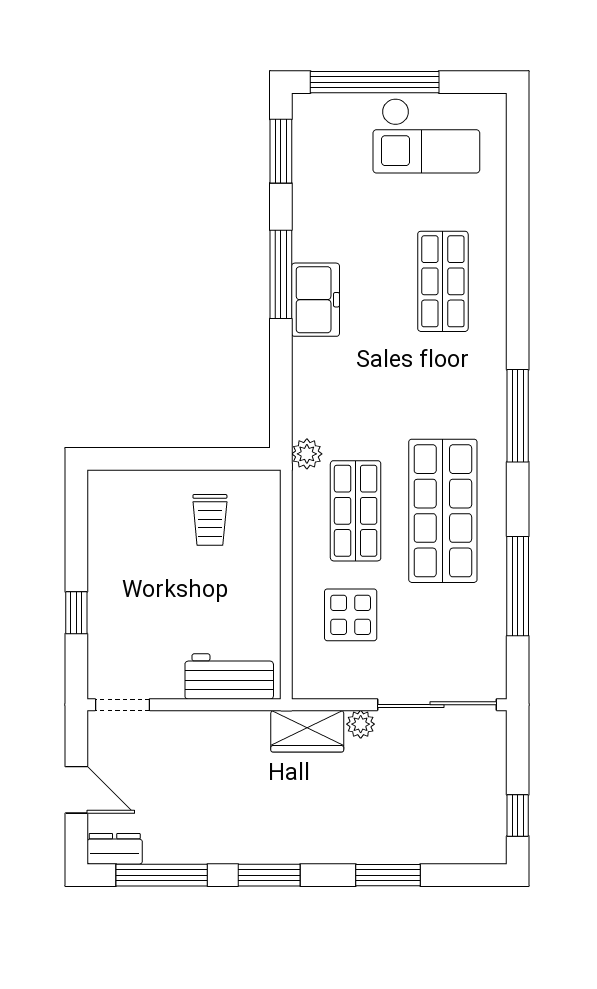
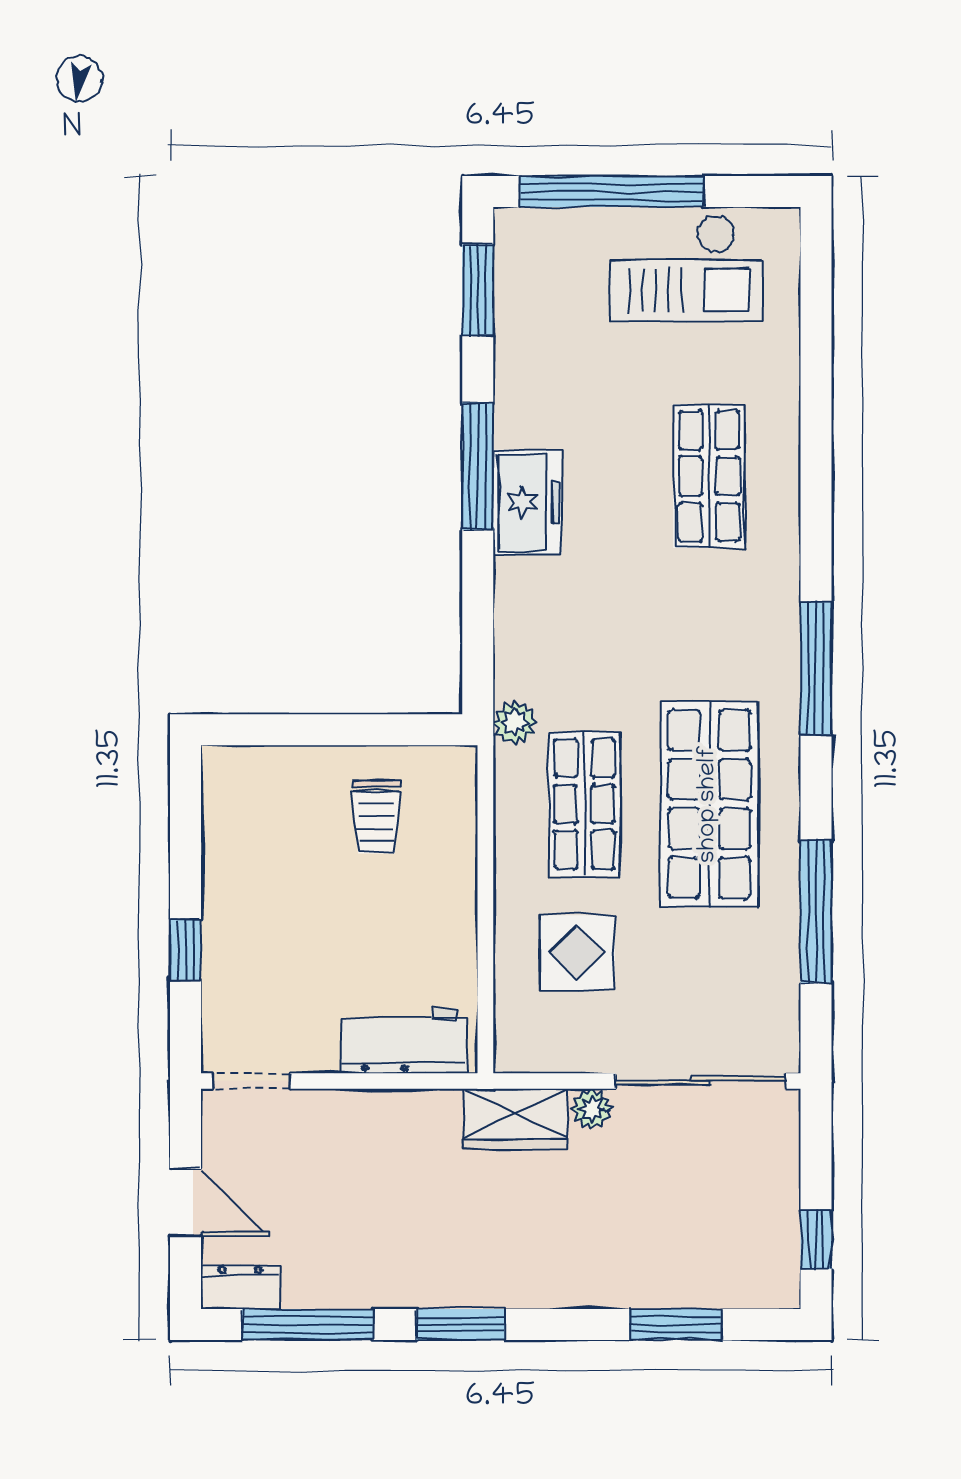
window: (388, 875) -> (676, 1324), moved

